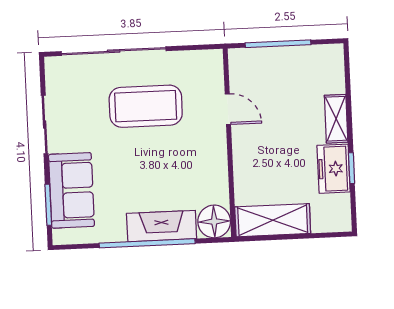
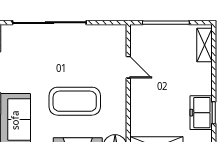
coffee table: (146, 106) -> (75, 101), moved
shelving: (336, 119) -> (204, 45), moved

